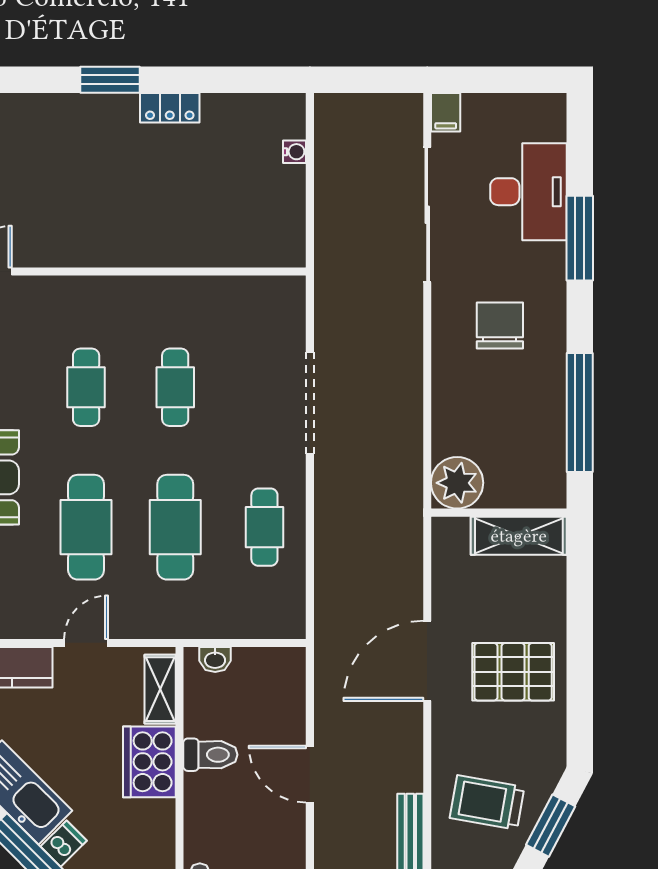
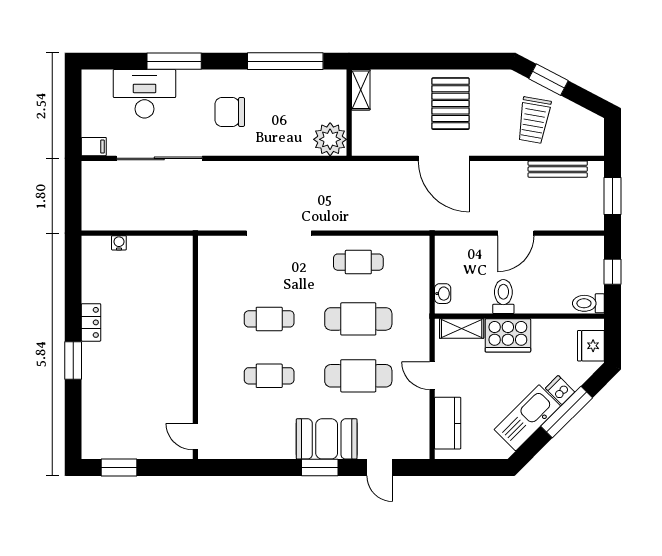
shelving: (519, 536) -> (361, 90), width x0.67, depth x0.75

